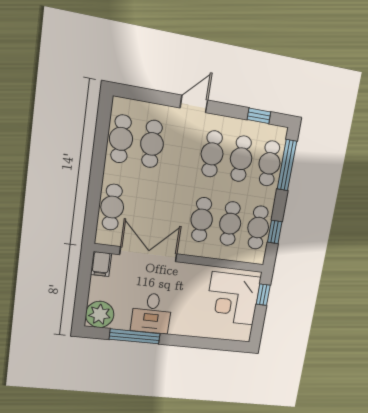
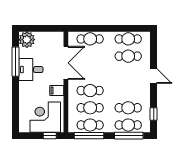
cafe table: (212, 154) -> (128, 91), removed
window: (275, 232) -> (89, 136), width x2.17
filing cabinet: (101, 264) -> (57, 91), moved

